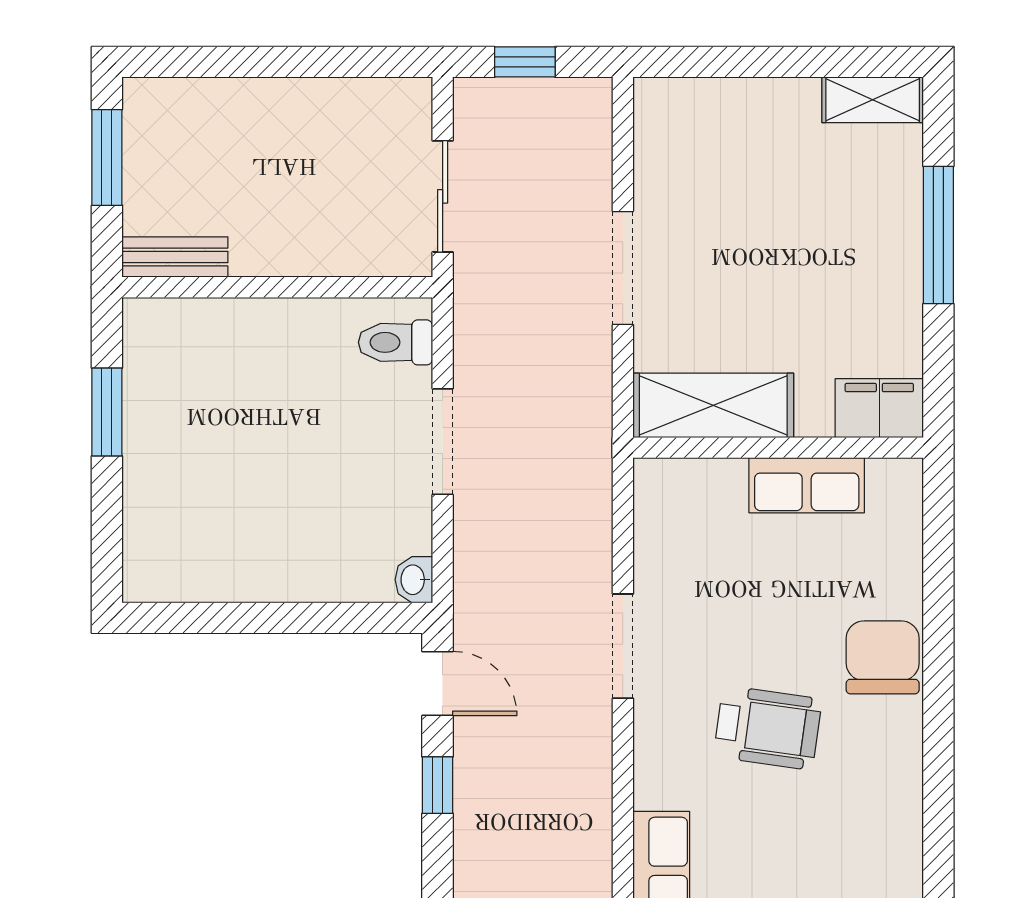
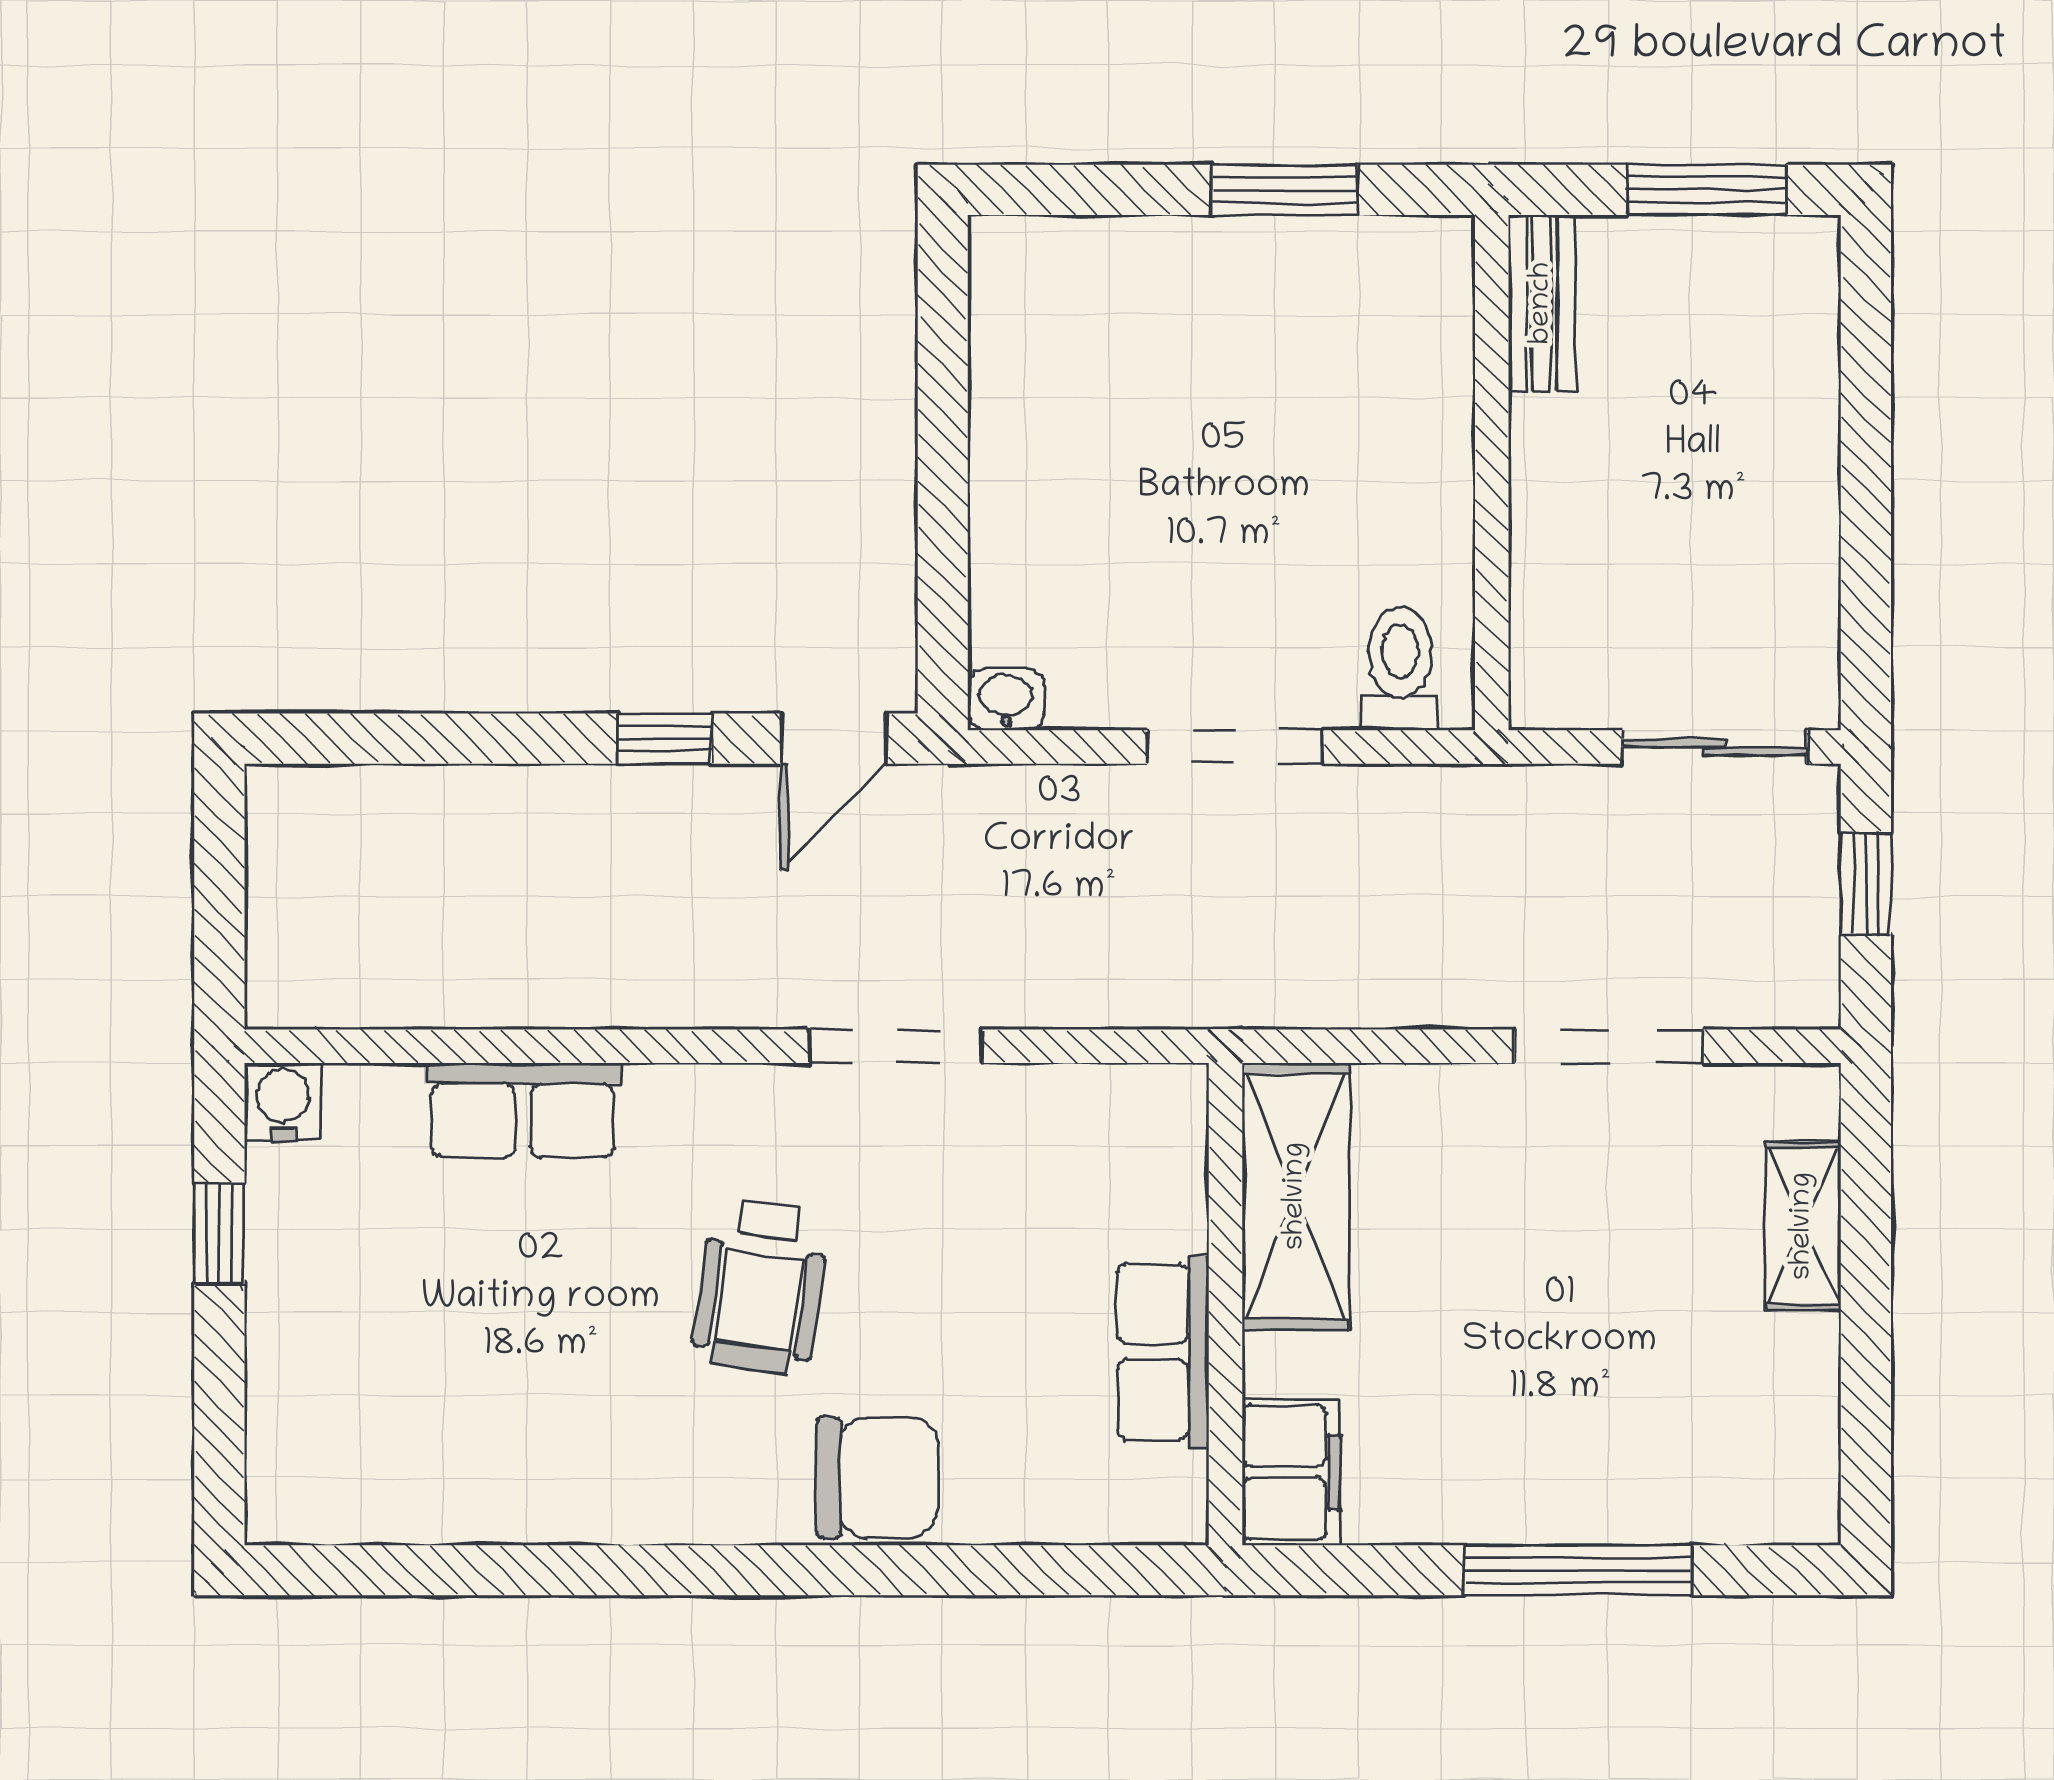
shelving: (873, 100) -> (1803, 1226), moved
sliding door: (443, 196) -> (1714, 747), moved
doorway: (623, 268) -> (1609, 1046), moved

